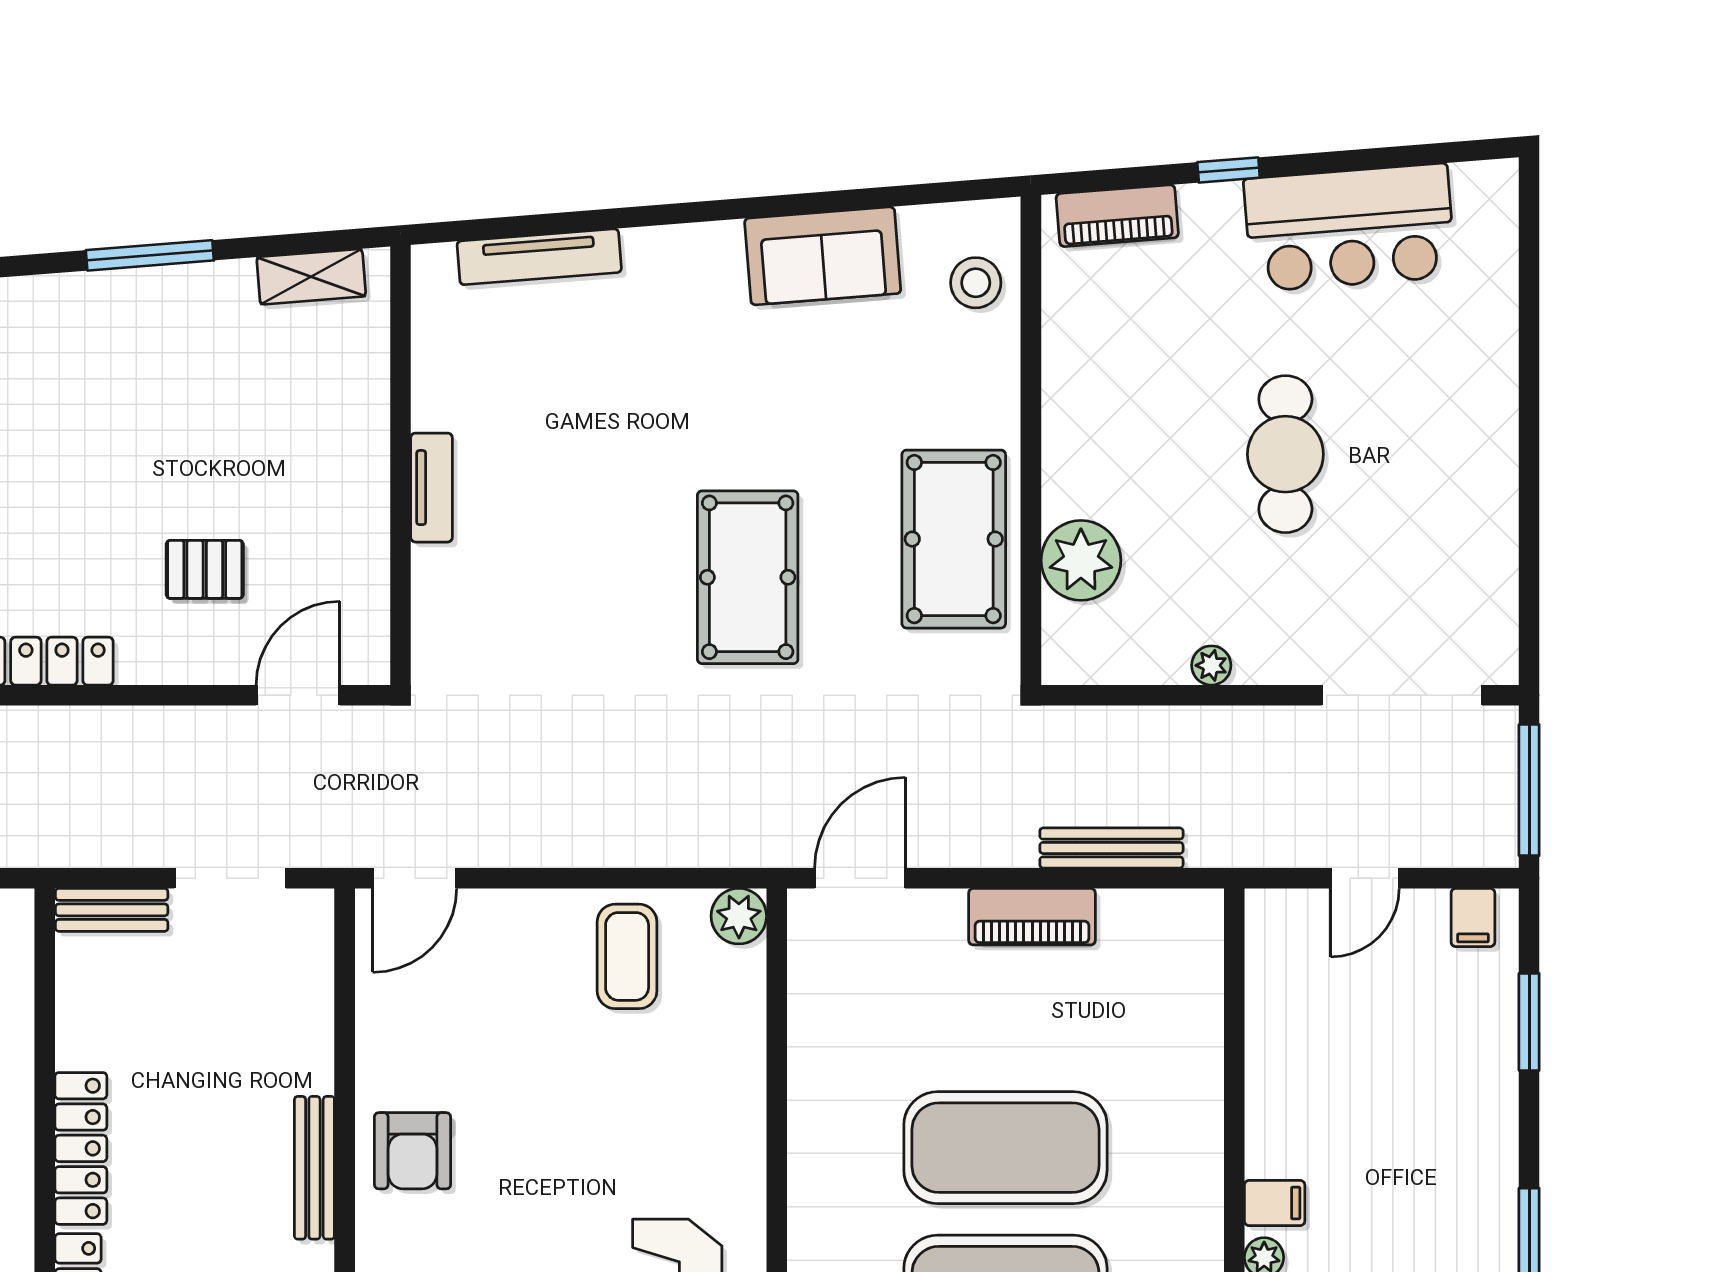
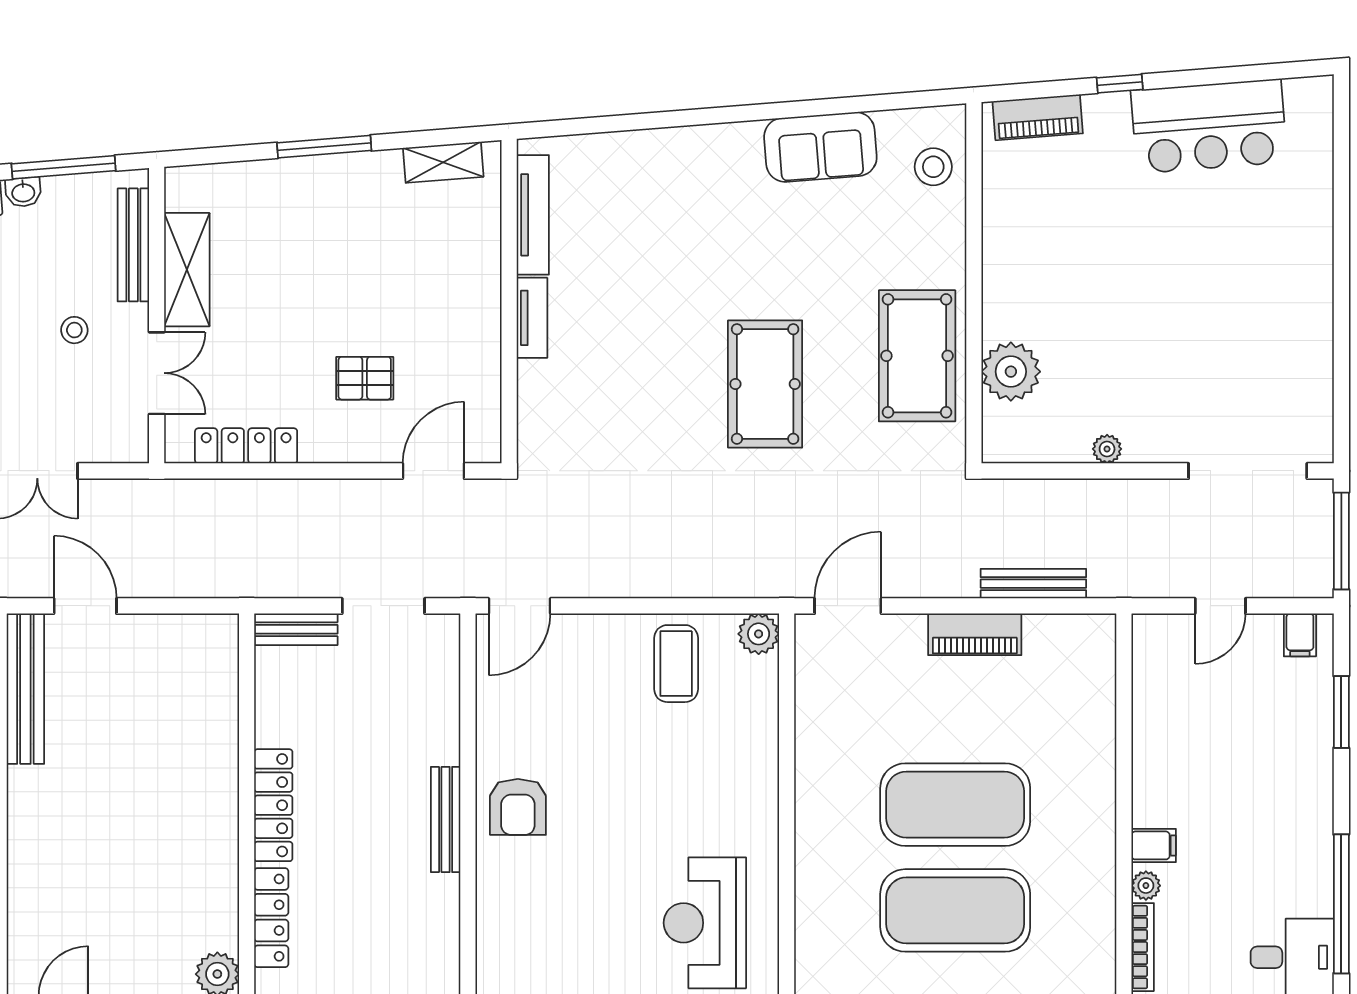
tv unit: (539, 257) -> (533, 215), moved, turned -85
cafe table: (1285, 454) -> (1162, 293), removed

